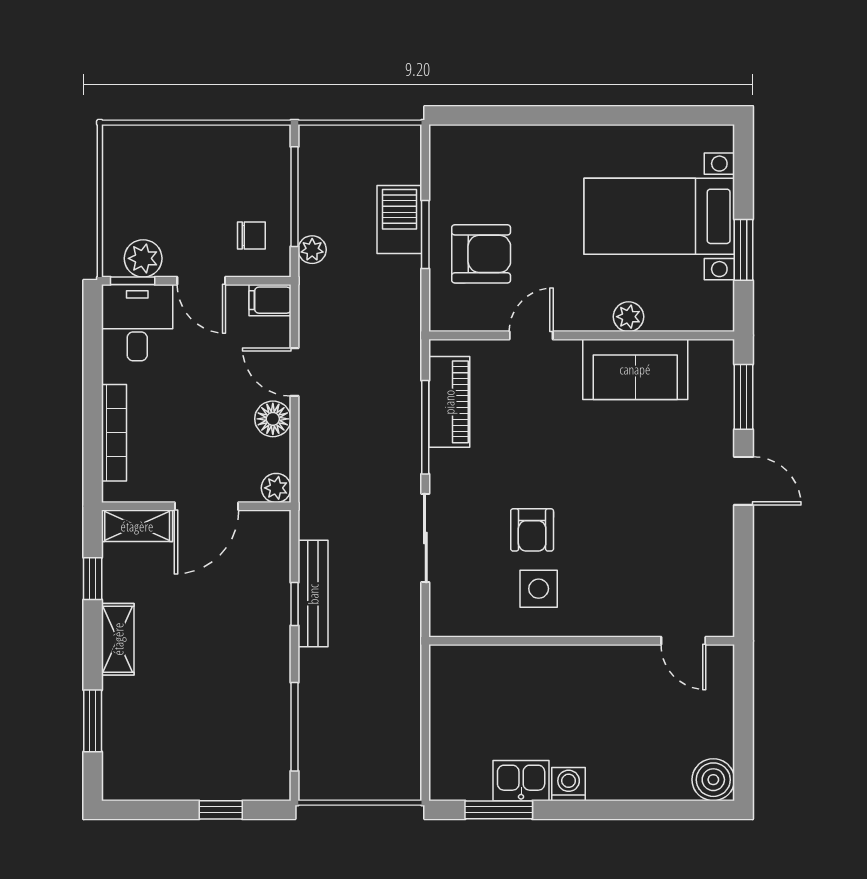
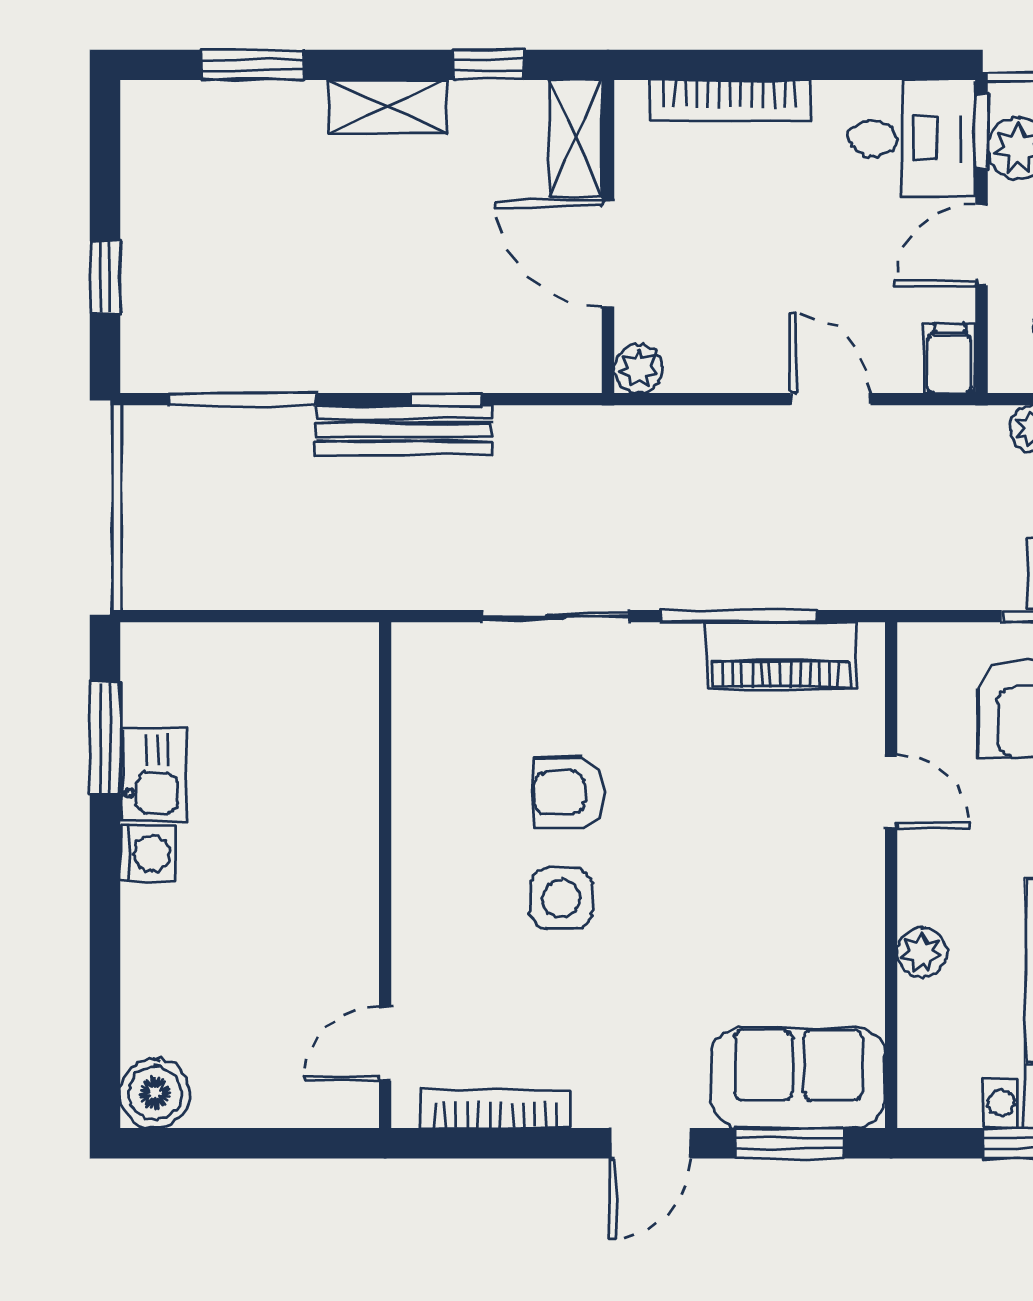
sofa: (635, 369) -> (798, 1078), moved, turned 90
door: (294, 372) -> (831, 399), hinge flipped
floor lamp: (273, 419) -> (753, 363), removed
bookcase: (723, 574) -> (496, 1109), added
side table: (539, 589) -> (561, 898), moved
bench: (313, 594) -> (404, 430), moved

